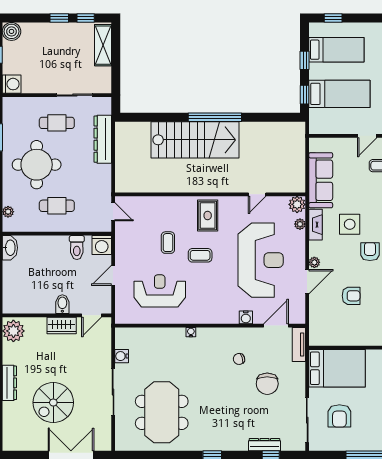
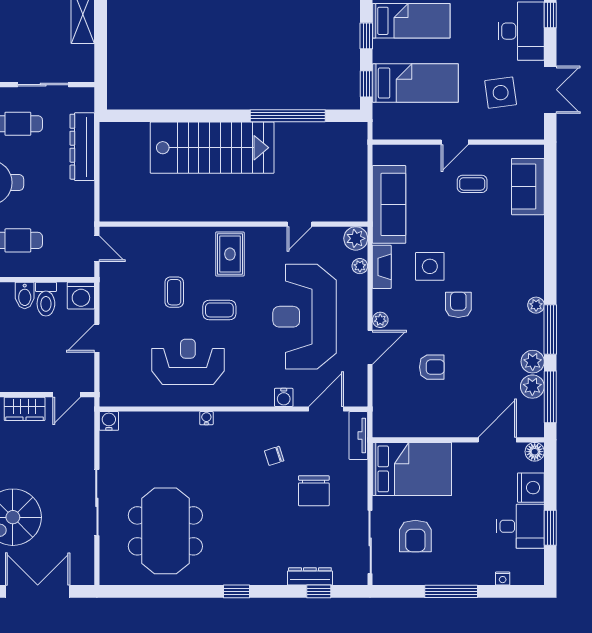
window: (215, 117) -> (288, 116), moved
reception desk: (261, 260) -> (305, 317), turned 180
reception desk: (160, 291) -> (188, 362), moved
bidet: (62, 304) -> (25, 295), moved, turned 180
water cooler: (122, 356) -> (109, 421), moved, turned 90

